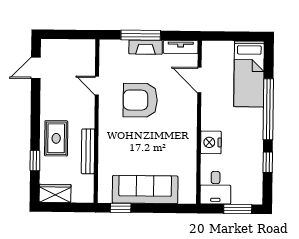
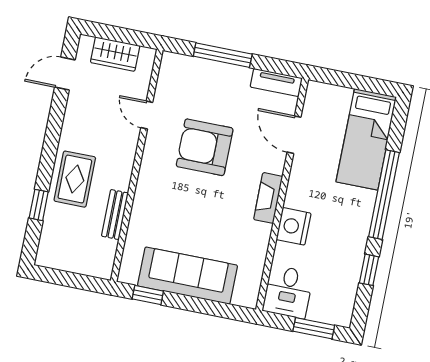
fireplace: (146, 47) -> (268, 198), moved, turned 90
bench: (88, 151) -> (115, 215), width x0.73
wardrobe: (55, 193) -> (115, 54), moved, turned 180

